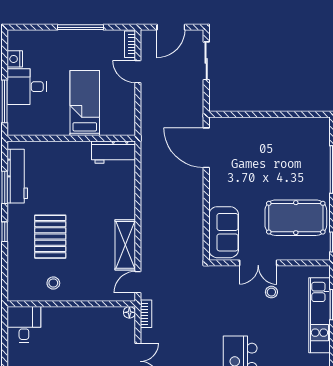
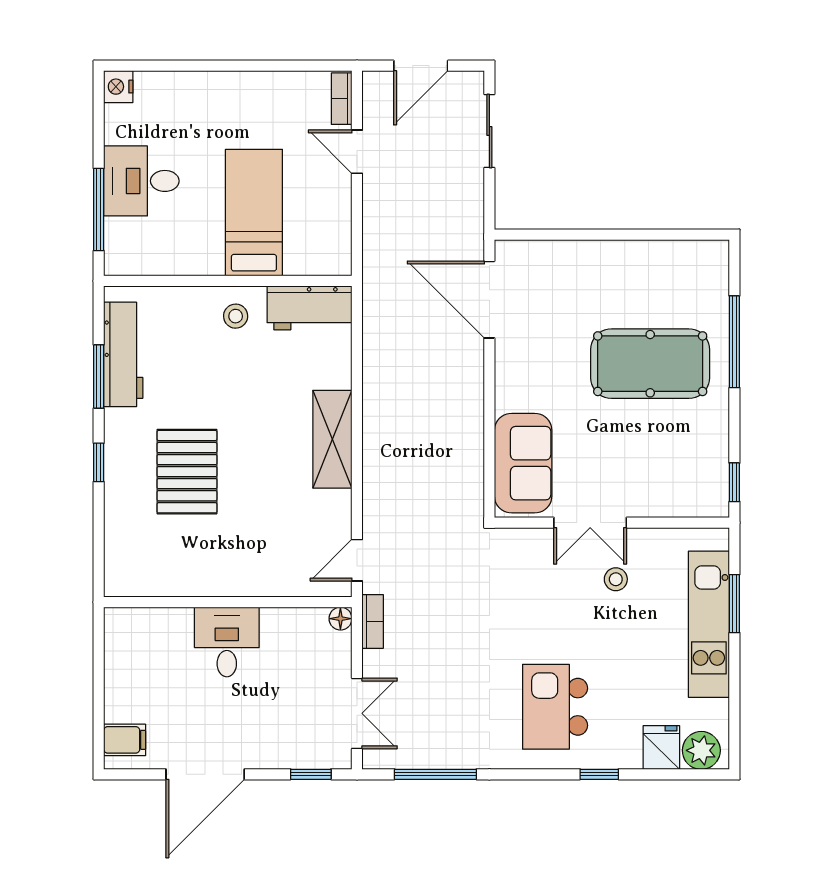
window: (80, 27) -> (246, 66), removed
nightstand: (15, 59) -> (118, 87), moved
pool table: (296, 218) -> (650, 364), moved
shelving: (125, 245) -> (332, 439), moved
stool: (53, 283) -> (236, 316), moved
desk: (24, 324) -> (227, 642), moved

